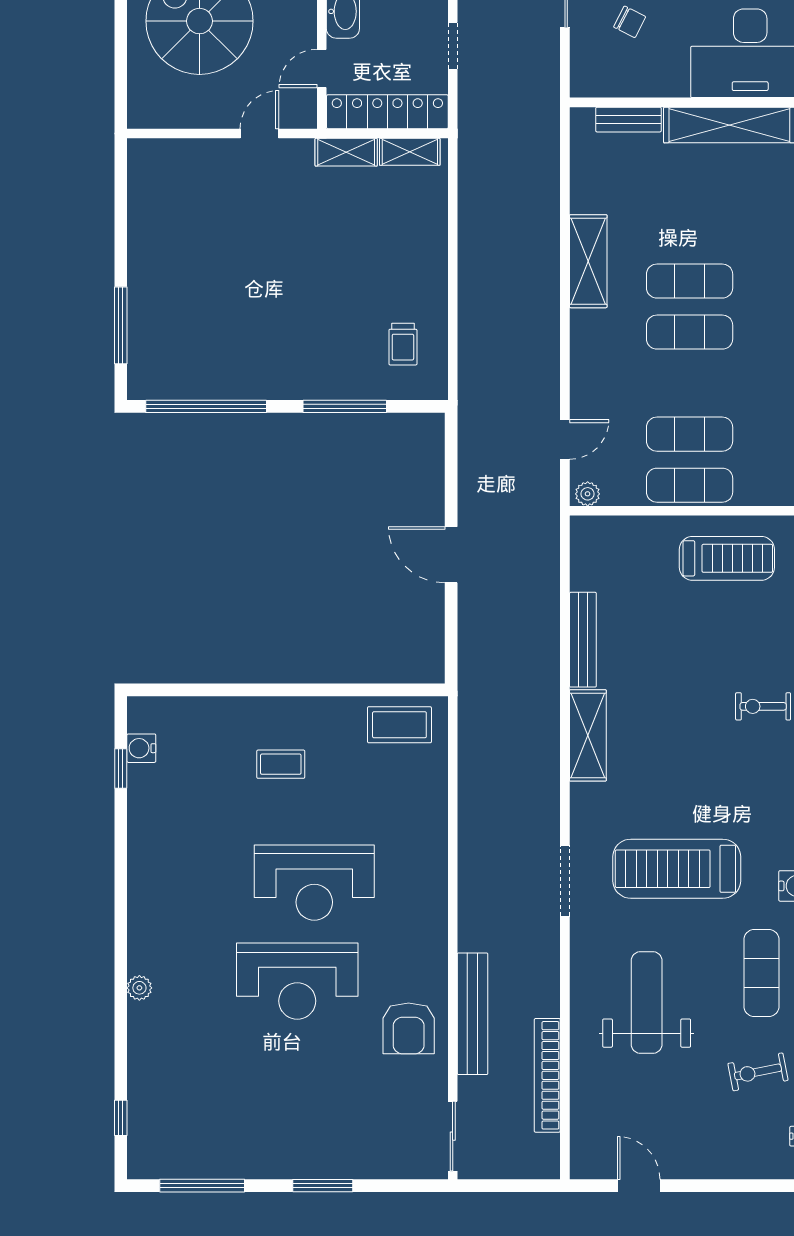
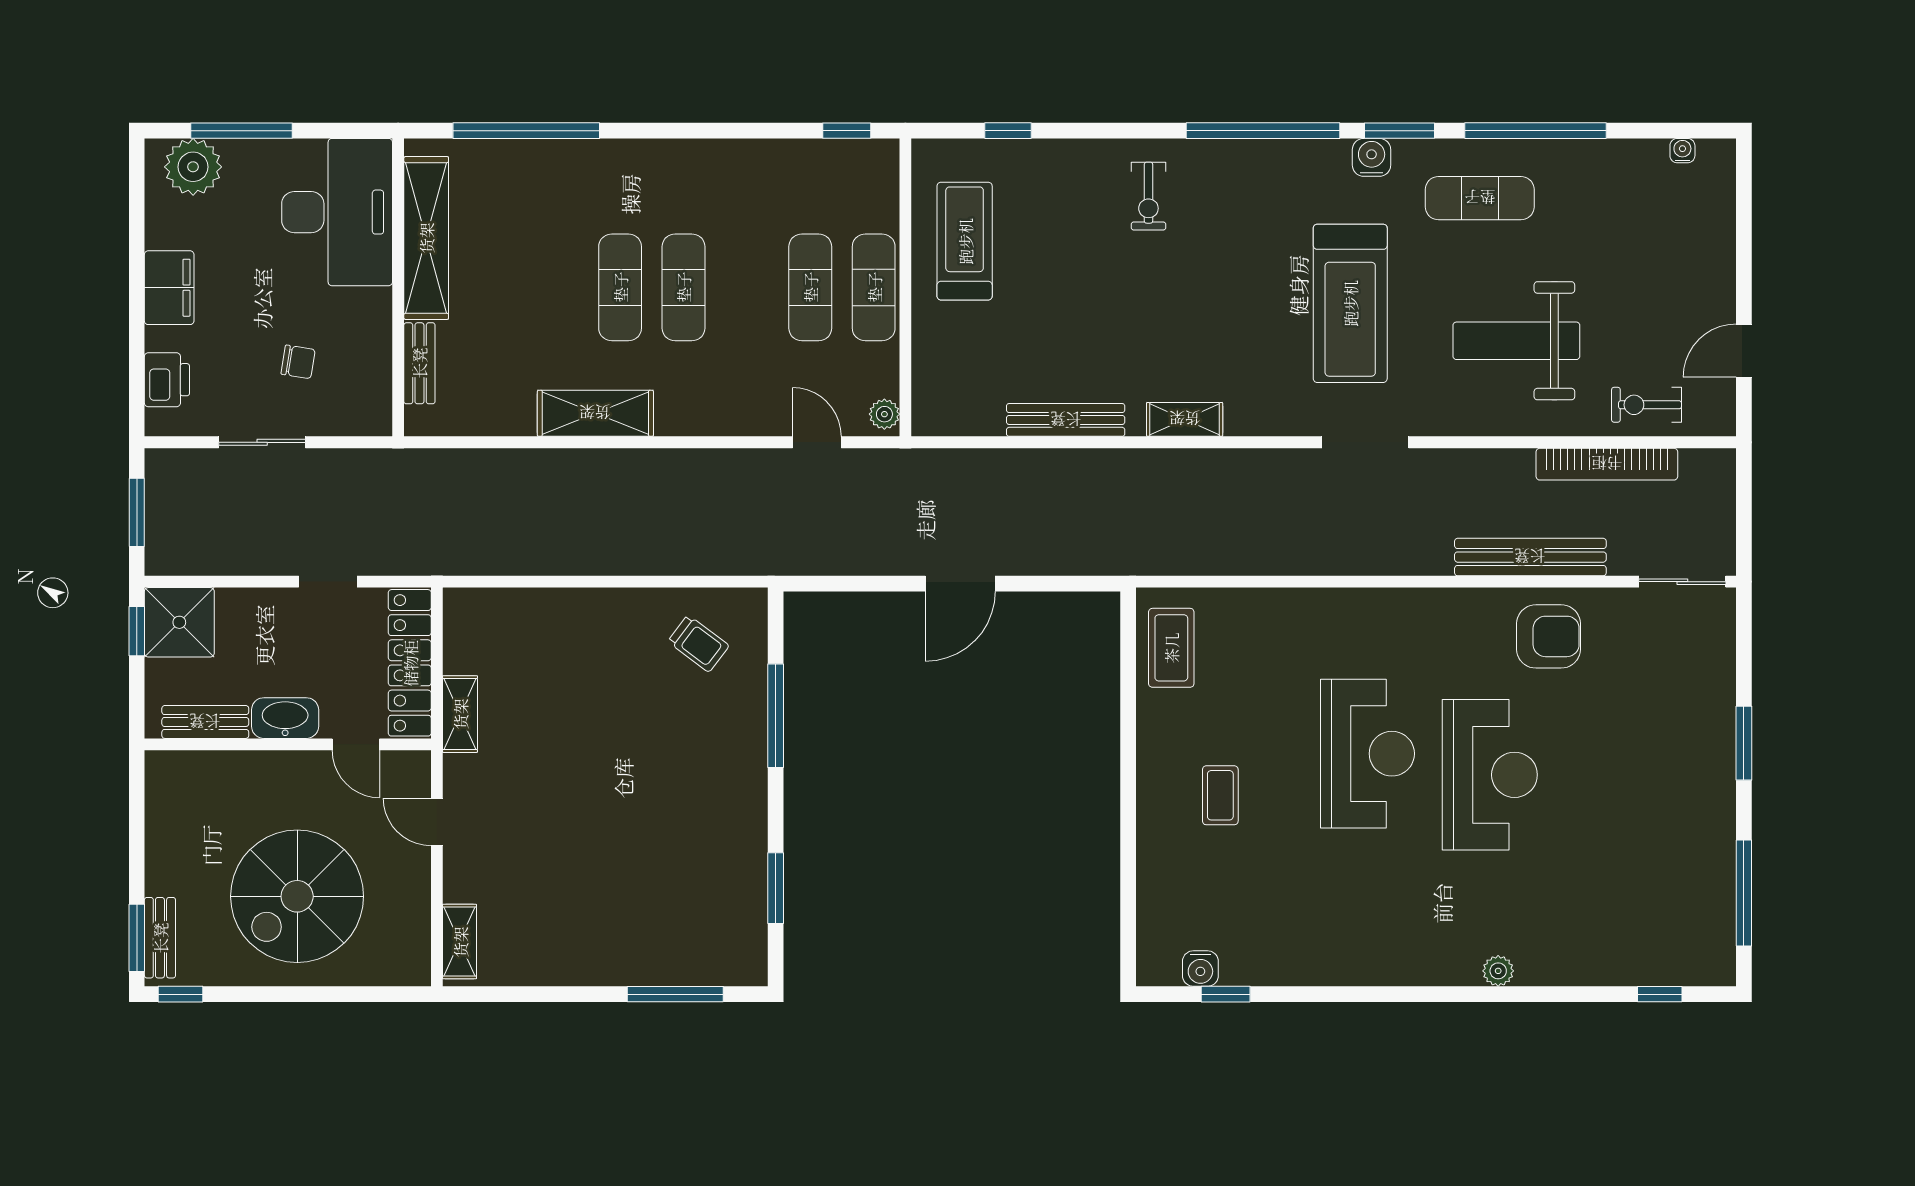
chair: (630, 22) -> (298, 362), turned 72
shelving: (410, 152) -> (460, 942), moved
trolley: (403, 344) -> (698, 643), turned 37
window: (206, 406) -> (776, 888), width x0.47
shelving: (588, 735) -> (1185, 419), width x0.67, depth x0.75
exercise bike: (758, 1072) -> (1647, 405), moved, turned 101

